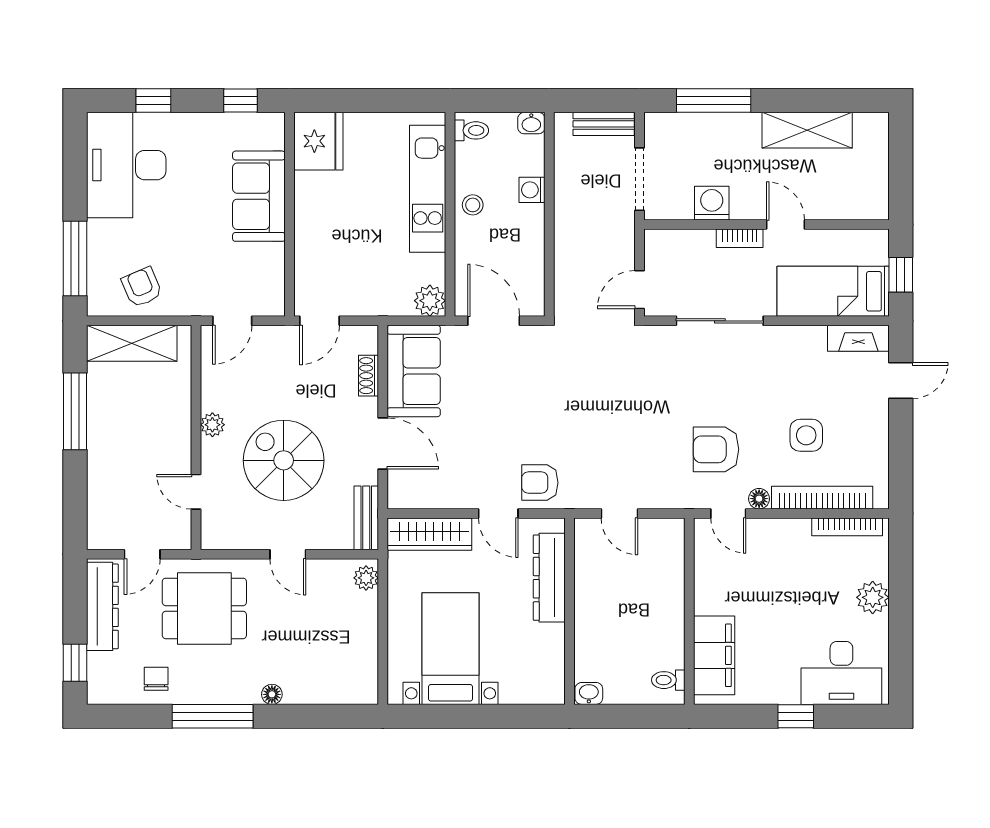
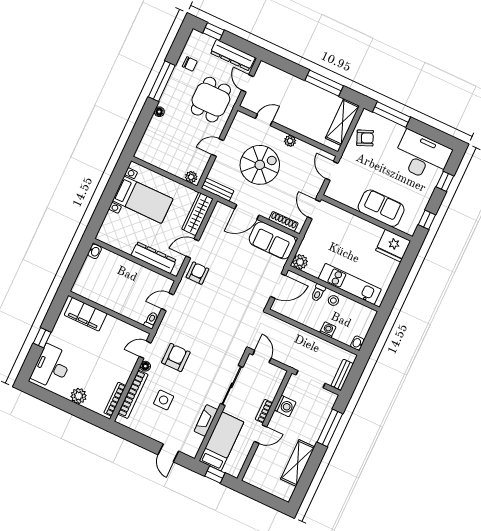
toilet: (471, 130) -> (318, 293), moved
fireplace: (858, 338) -> (206, 420), moved
shoe rack: (369, 376) -> (283, 221), width x1.43
toilet: (668, 680) -> (151, 320), moved

